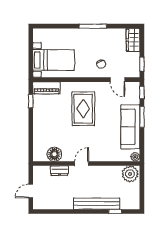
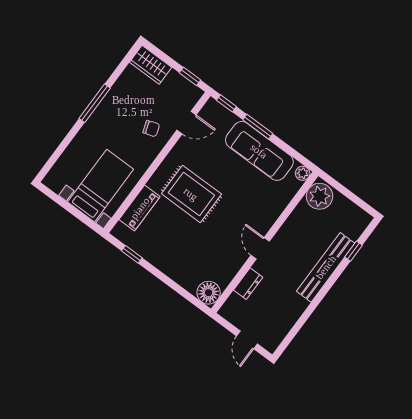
piano: (46, 88) -> (140, 208), moved
floor lamp: (54, 154) -> (209, 293), moved

